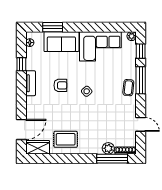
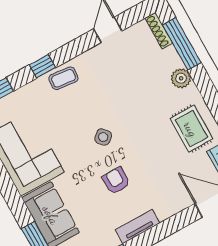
window: (141, 80) -> (42, 66), width x0.46
plant: (108, 148) -> (181, 78), moved

